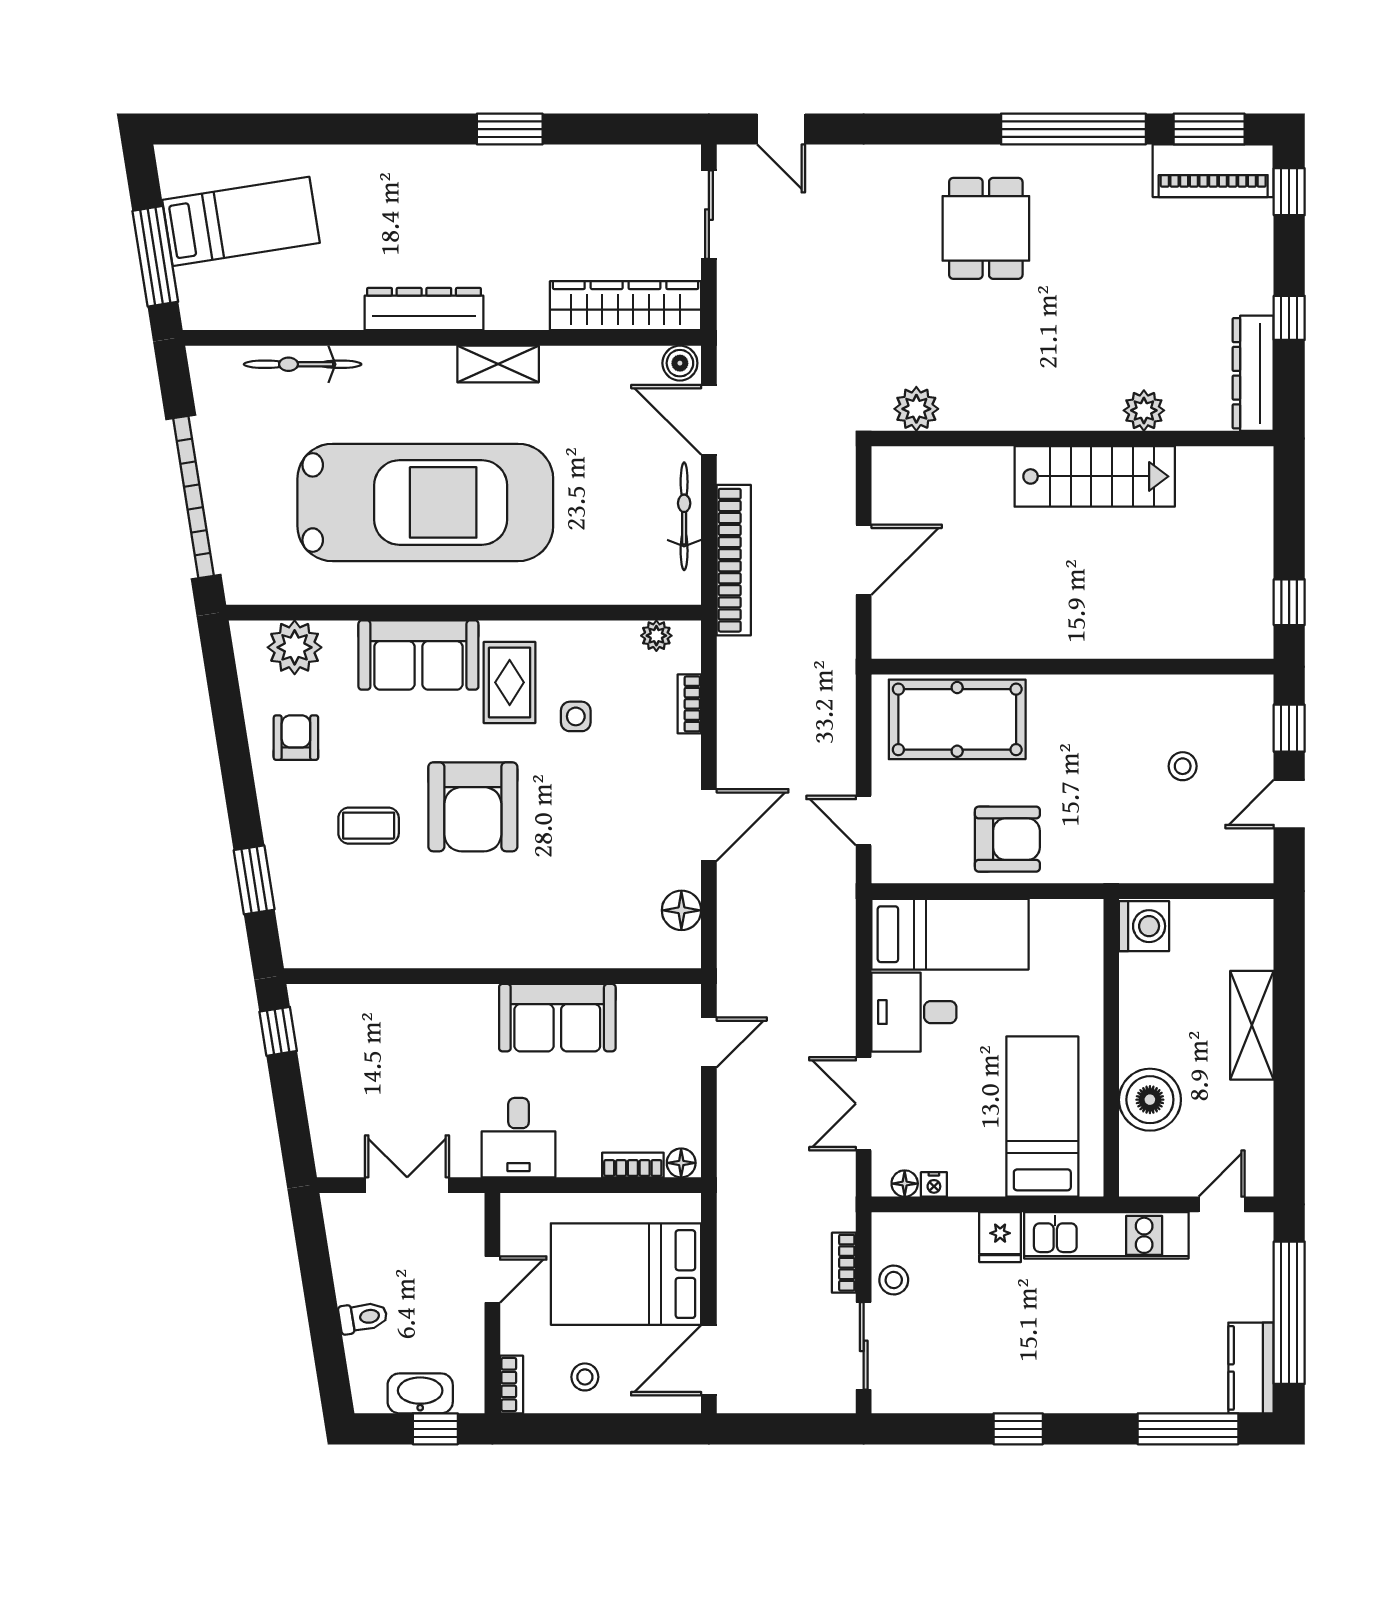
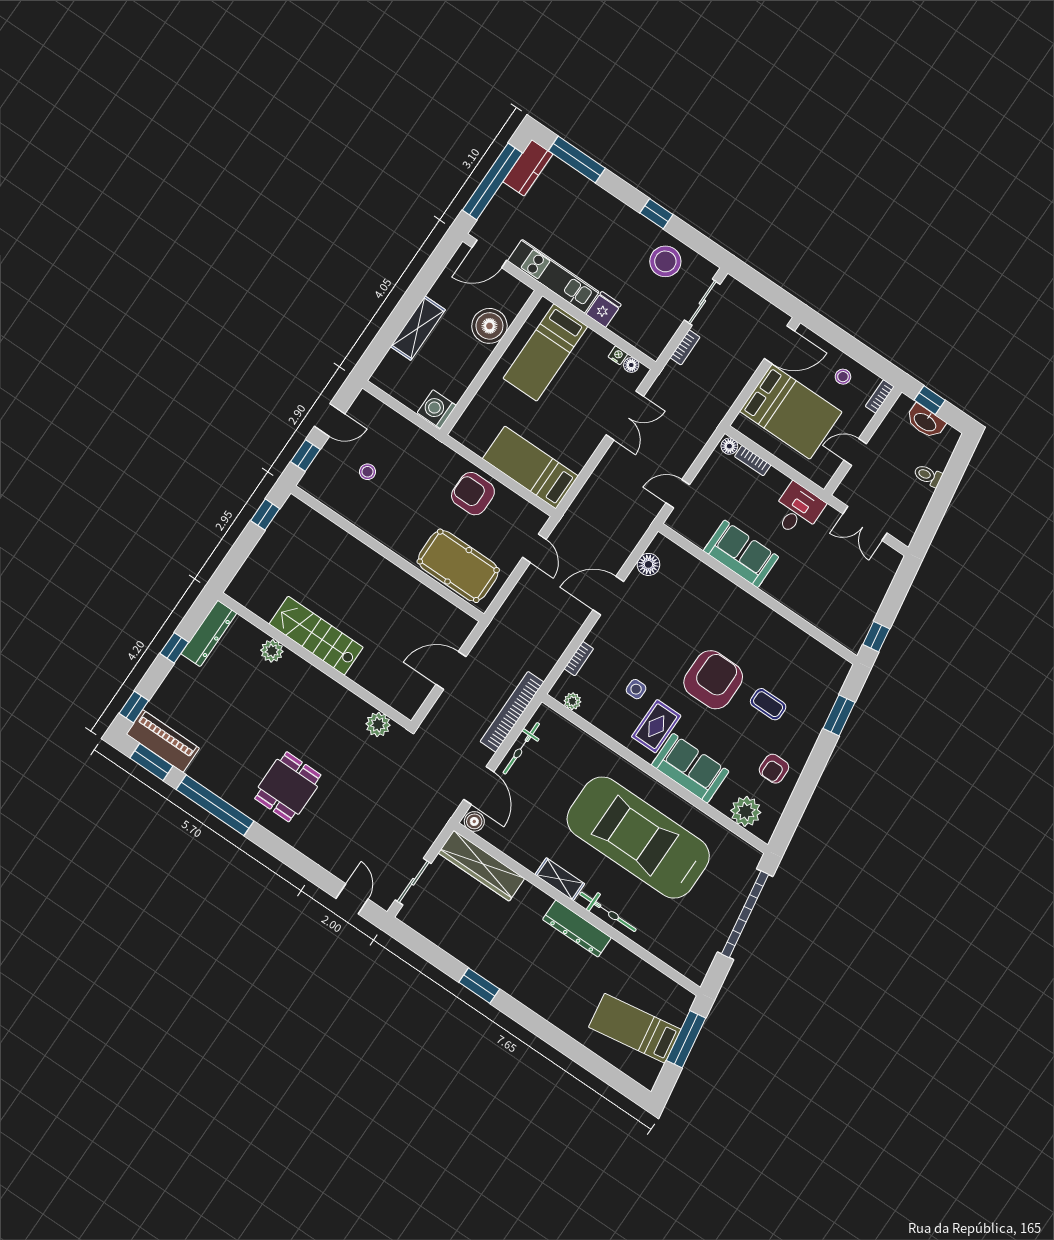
bicycle: (303, 364) -> (608, 912), moved
desk: (914, 1012) -> (572, 442), removed
door: (1222, 1204) -> (489, 254), width x1.38
stool: (894, 1280) -> (665, 261), moved, width x1.89, depth x1.89

